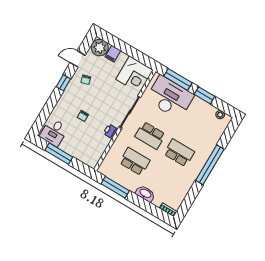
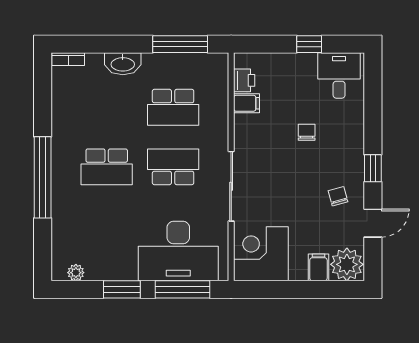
printer: (111, 131) -> (244, 80), moved
filing cabinet: (102, 144) -> (246, 103), added
window: (59, 154) -> (309, 44), width x0.46

